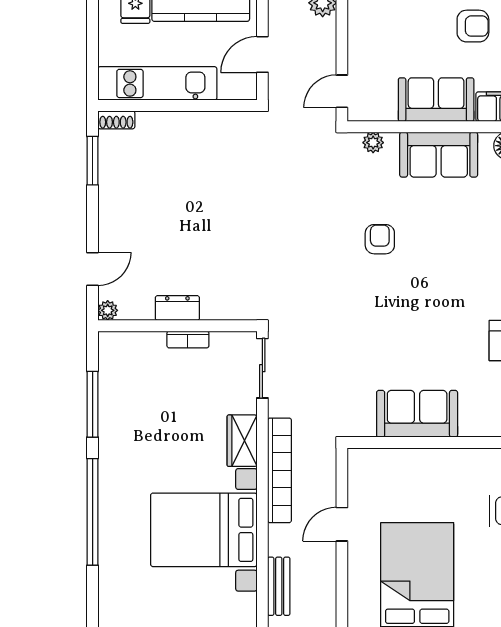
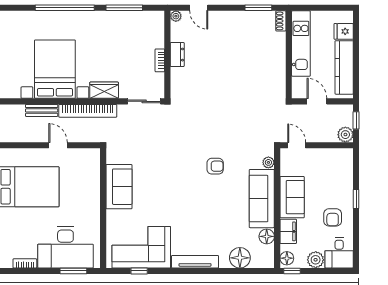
sofa: (439, 155) -> (262, 199), width x1.36
bench: (279, 586) -> (42, 110), moved

